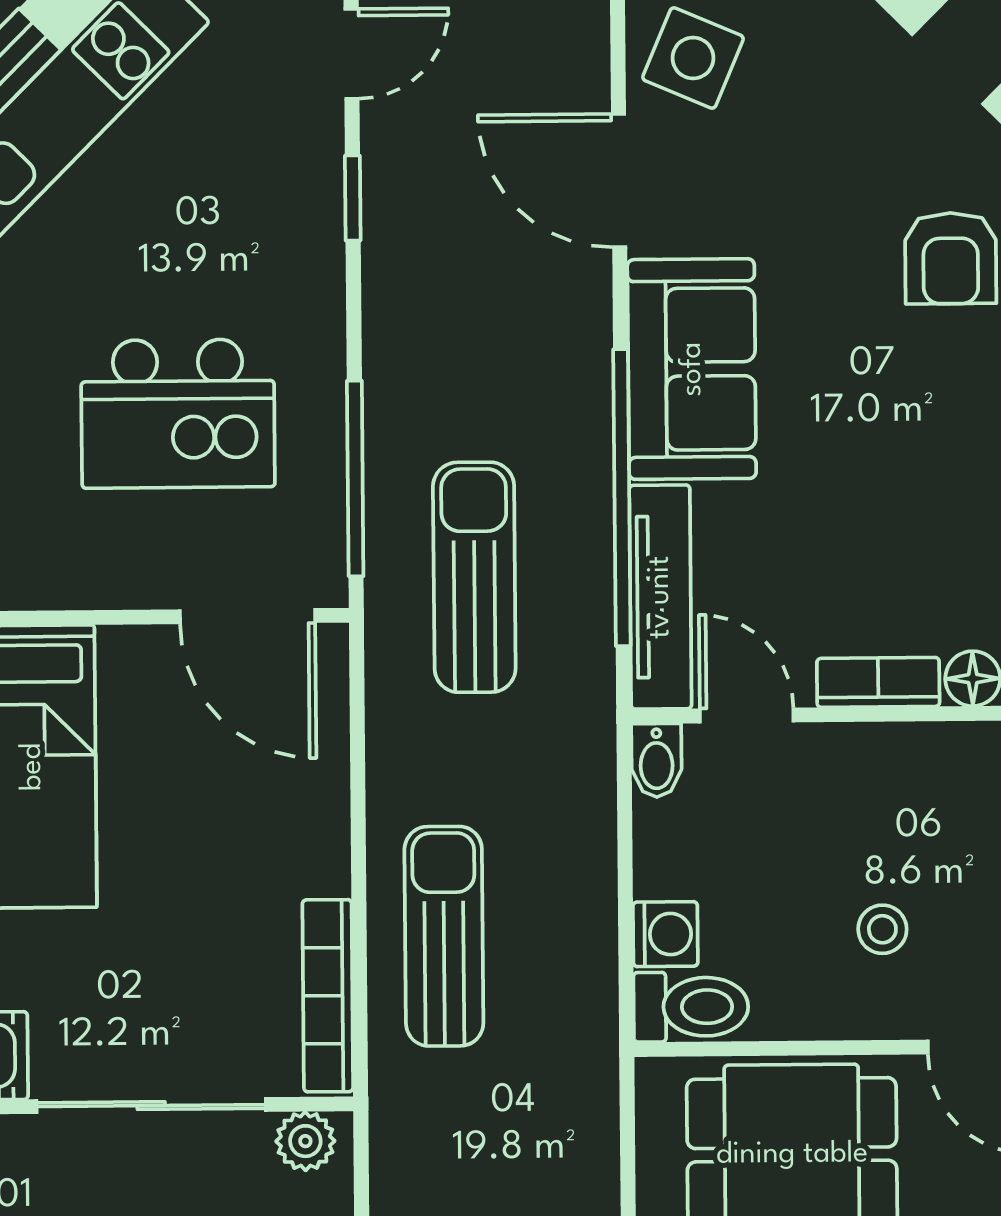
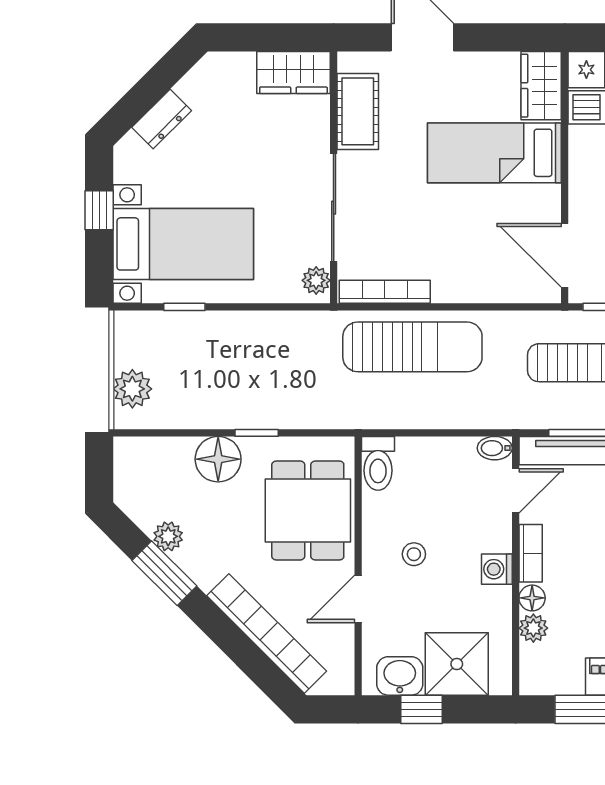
door: (248, 616) -> (565, 255), hinge flipped
washing machine: (665, 934) -> (497, 569), moved, turned 90
sun lounger: (444, 936) -> (412, 347), width x1.36, depth x1.34

